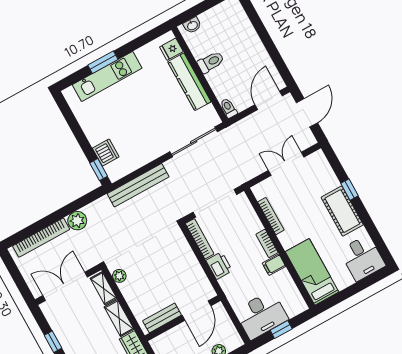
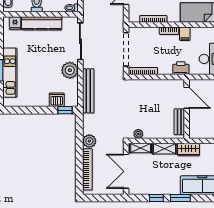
plant: (151, 148) -> (70, 70), added
printer: (219, 266) -> (181, 68), moved

